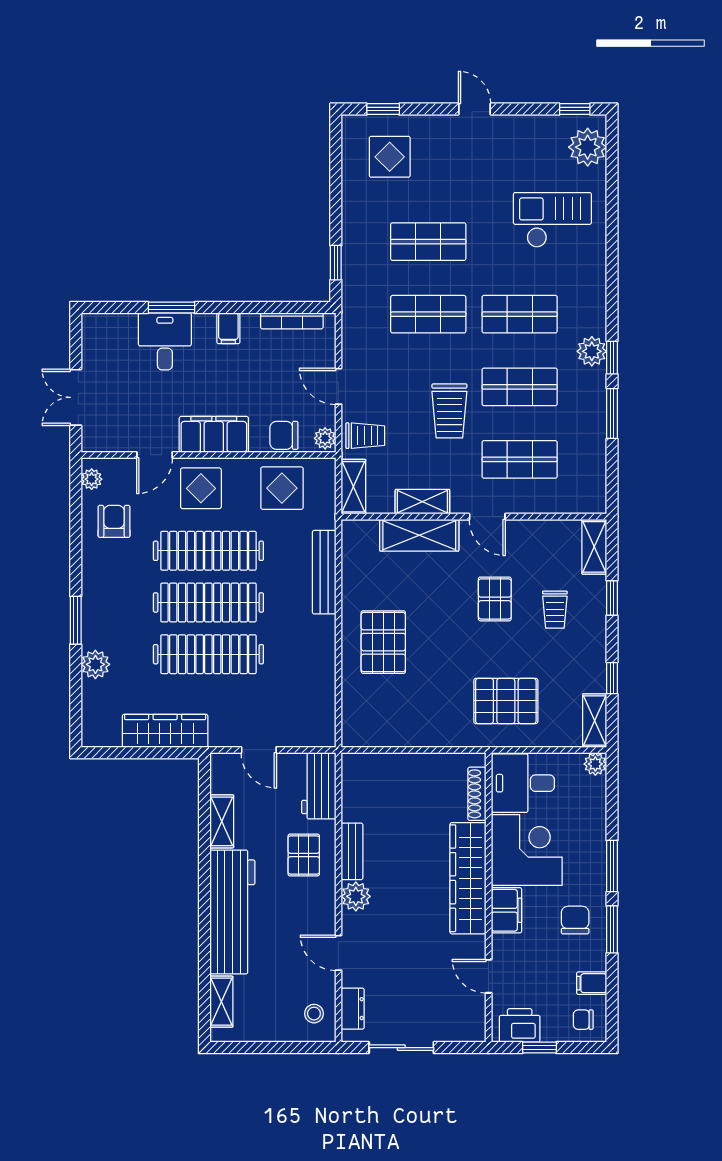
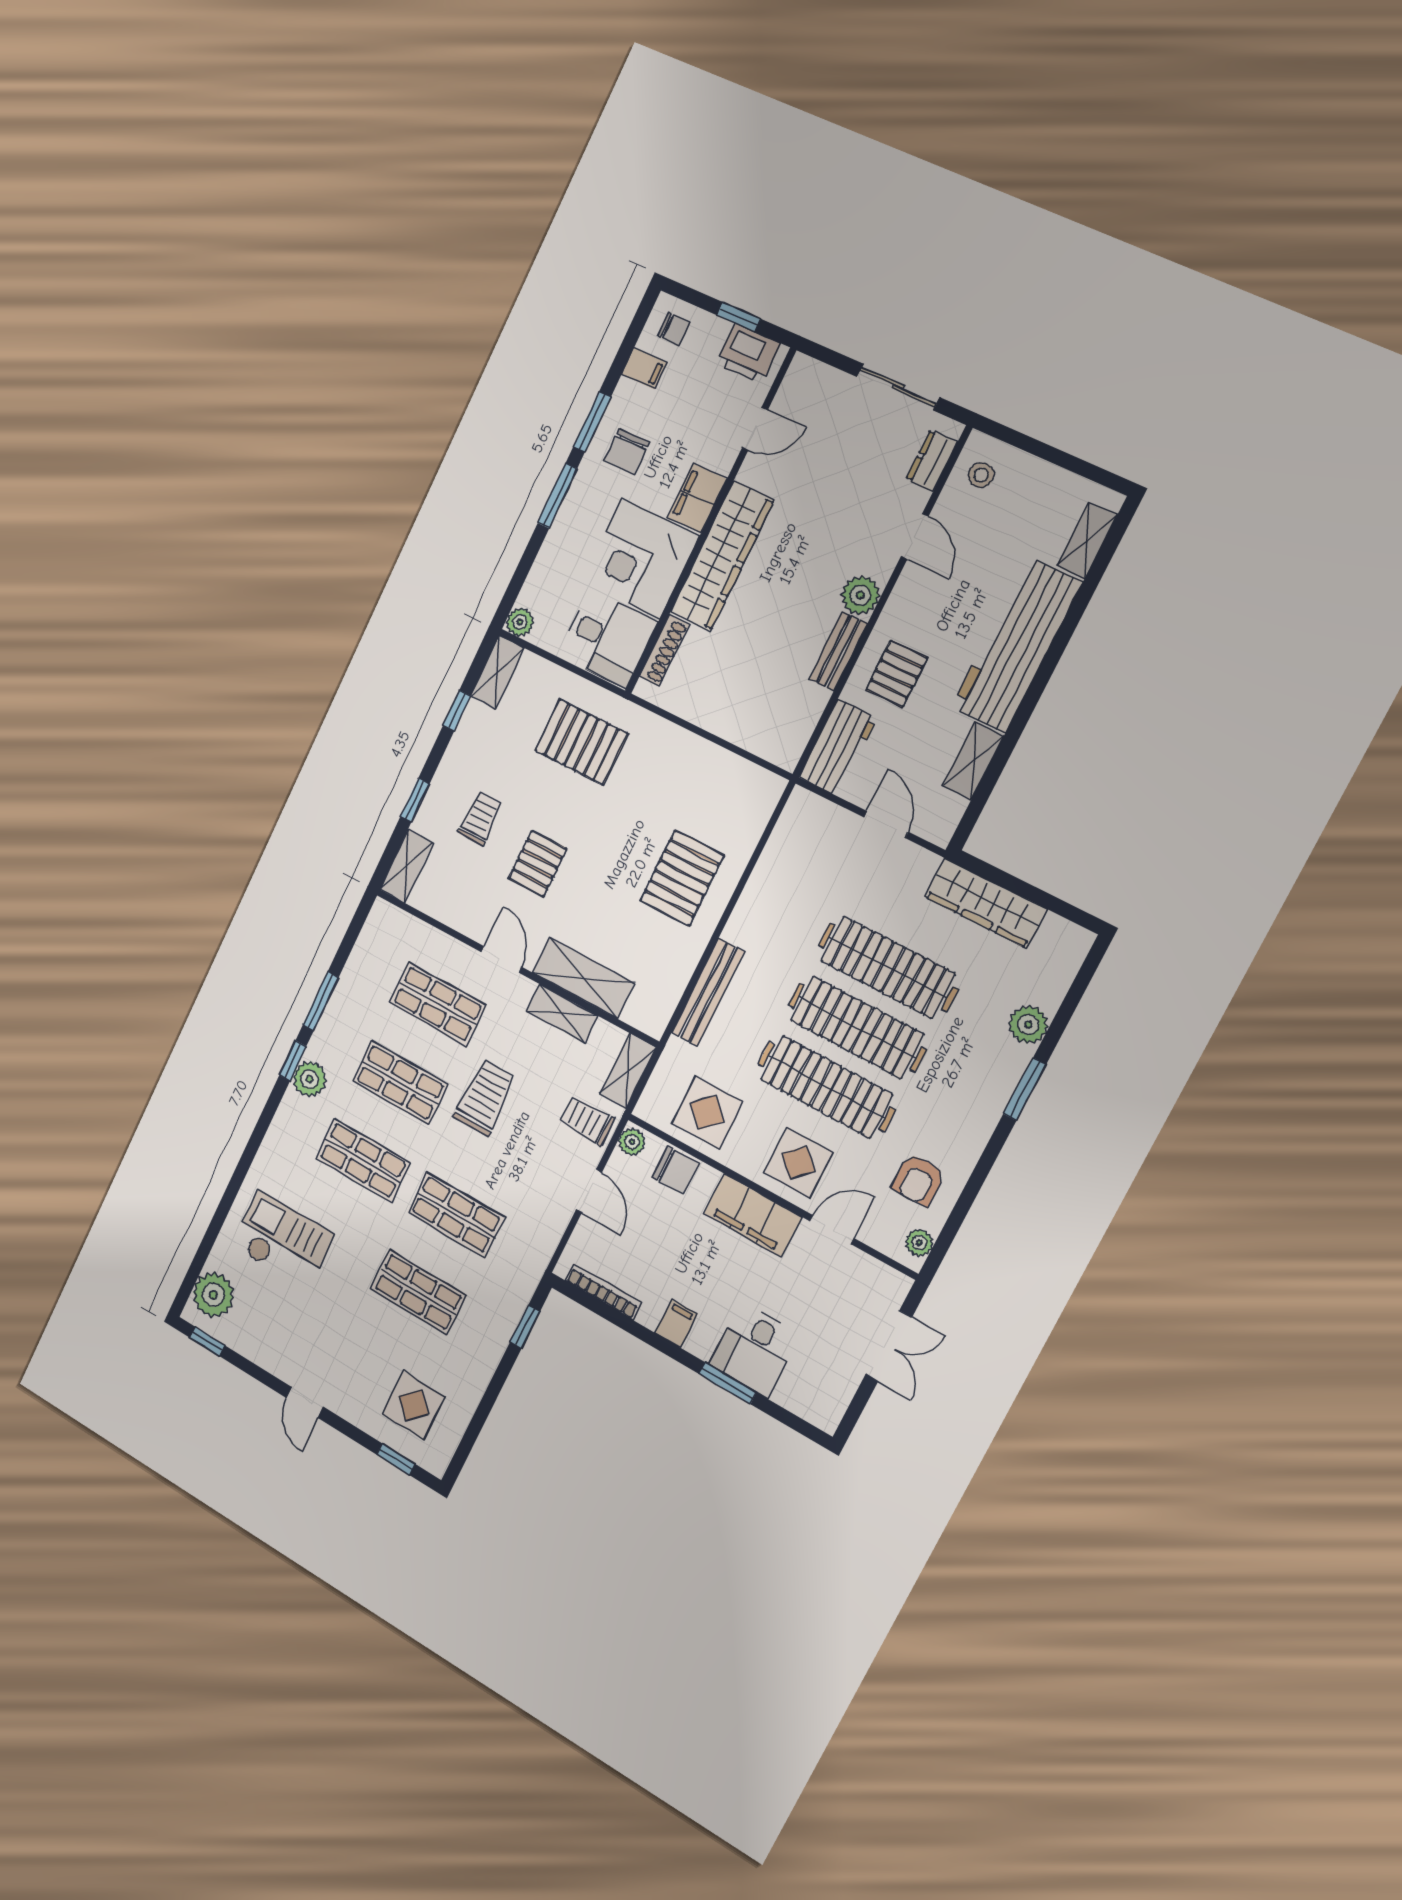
checkout: (552, 220) -> (283, 1240), turned 180
door: (489, 976) -> (755, 429), hinge flipped

